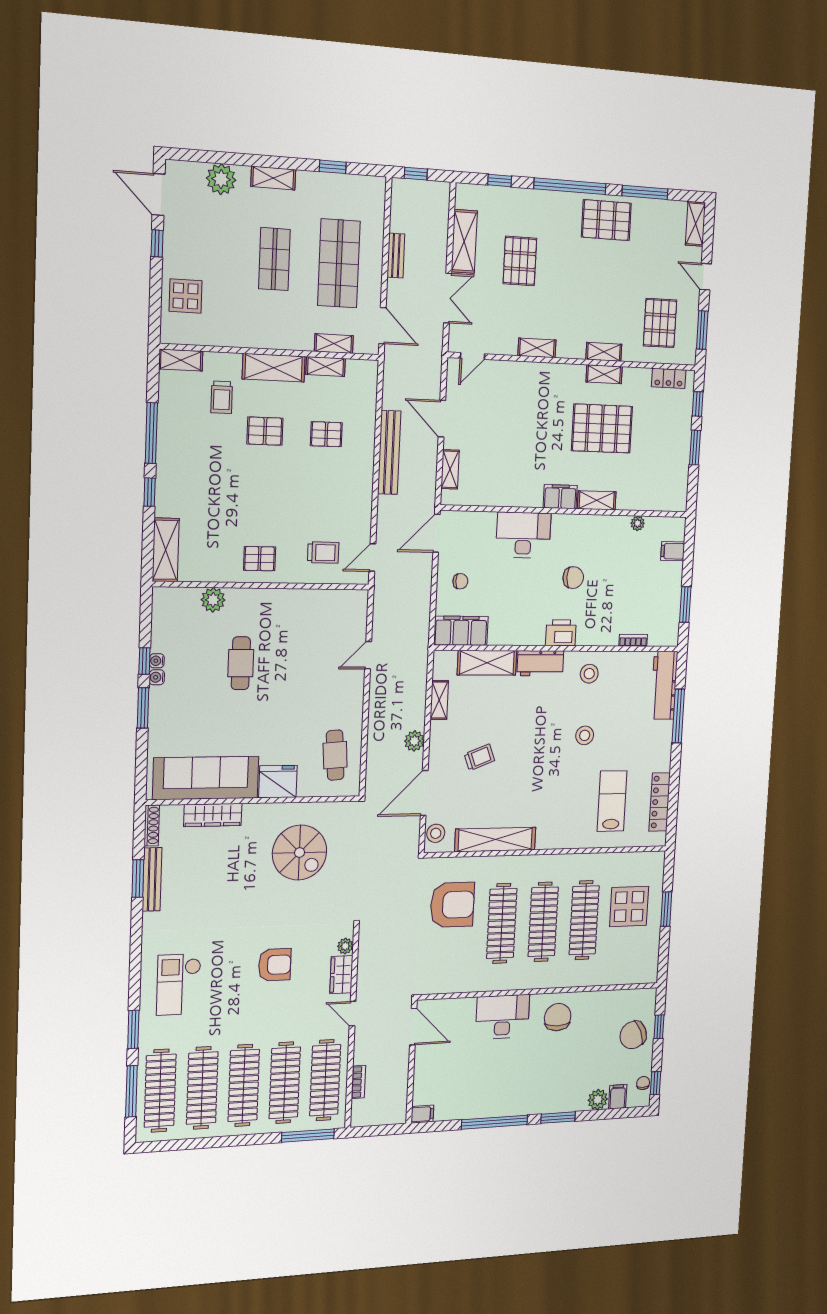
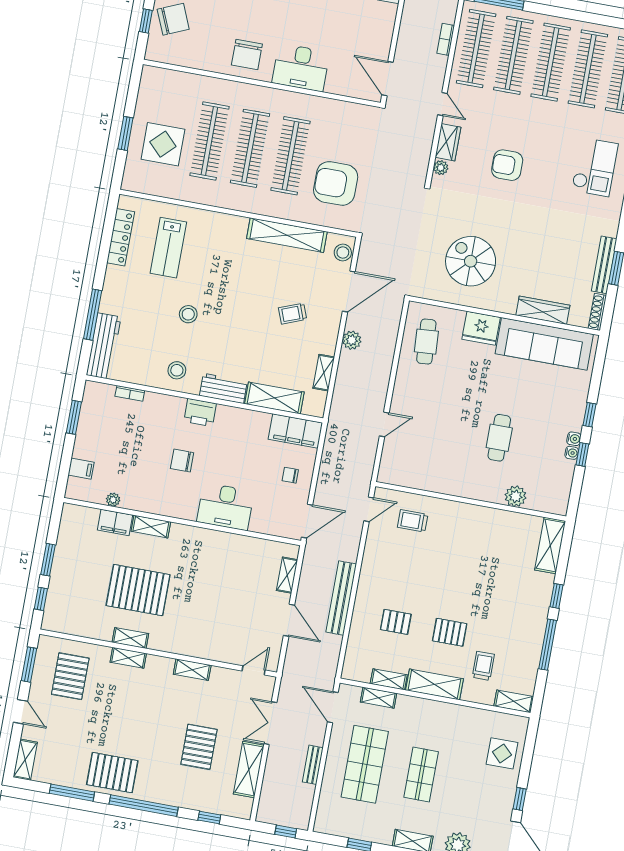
locker: (669, 378) -> (67, 626), removed
filing cabinet: (560, 497) -> (115, 522), moved
pallet: (260, 559) -> (470, 525), removed
window: (143, 708) -> (590, 415), width x0.67

